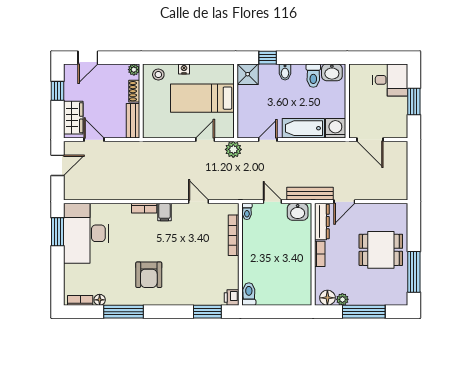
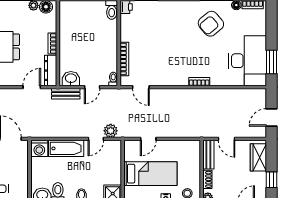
door: (94, 140) -> (227, 139), moved
plant: (233, 149) -> (111, 131), moved
bench: (310, 194) -> (66, 94), width x0.73
door: (199, 202) -> (141, 87), moved
door: (272, 202) -> (92, 87), hinge flipped
filing cabinet: (164, 212) -> (182, 78), removed
armchair: (149, 275) -> (211, 24), moved, turned -130

